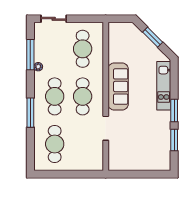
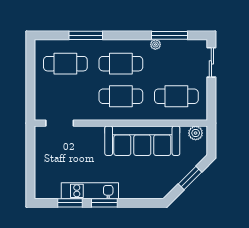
plant: (114, 32) -> (196, 133), added
kitchen unit: (164, 86) -> (90, 191), moved
sofa: (118, 87) -> (142, 141), width x1.36, depth x1.27
window: (30, 113) -> (86, 35), moved
doorway: (106, 128) -> (60, 123), moved

